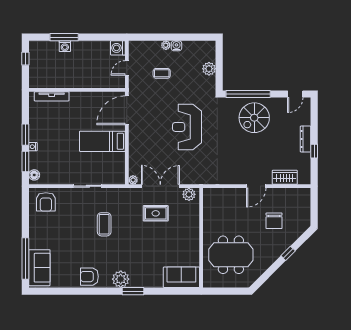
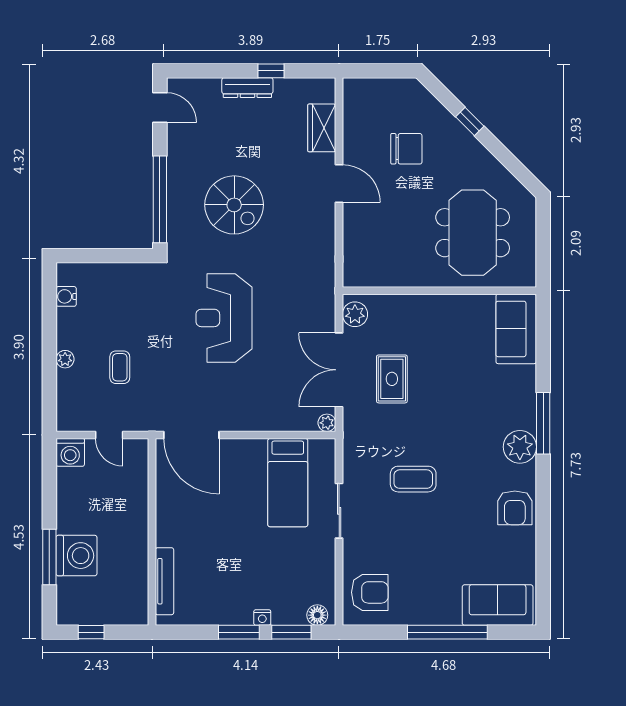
washing machine: (65, 46) -> (76, 556), width x1.89, depth x1.89
water cooler: (176, 46) -> (66, 296), moved
plant: (209, 69) -> (111, 275), removed
spiral stairs: (254, 118) -> (234, 205), moved
reception desk: (187, 127) -> (224, 318), turned 90
bed: (102, 141) -> (288, 483), moved
window: (25, 258) -> (447, 632), moved
window: (133, 291) -> (543, 423), width x1.44

